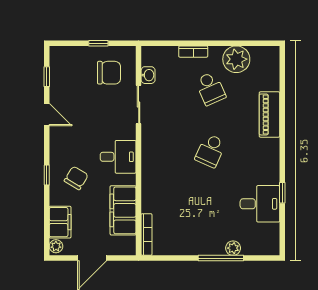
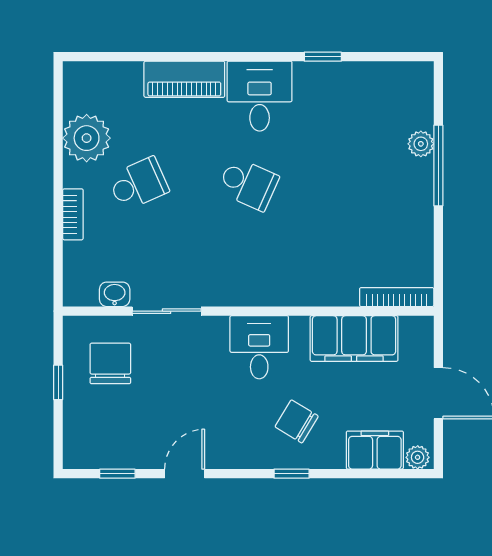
desk: (260, 204) -> (260, 96), moved

